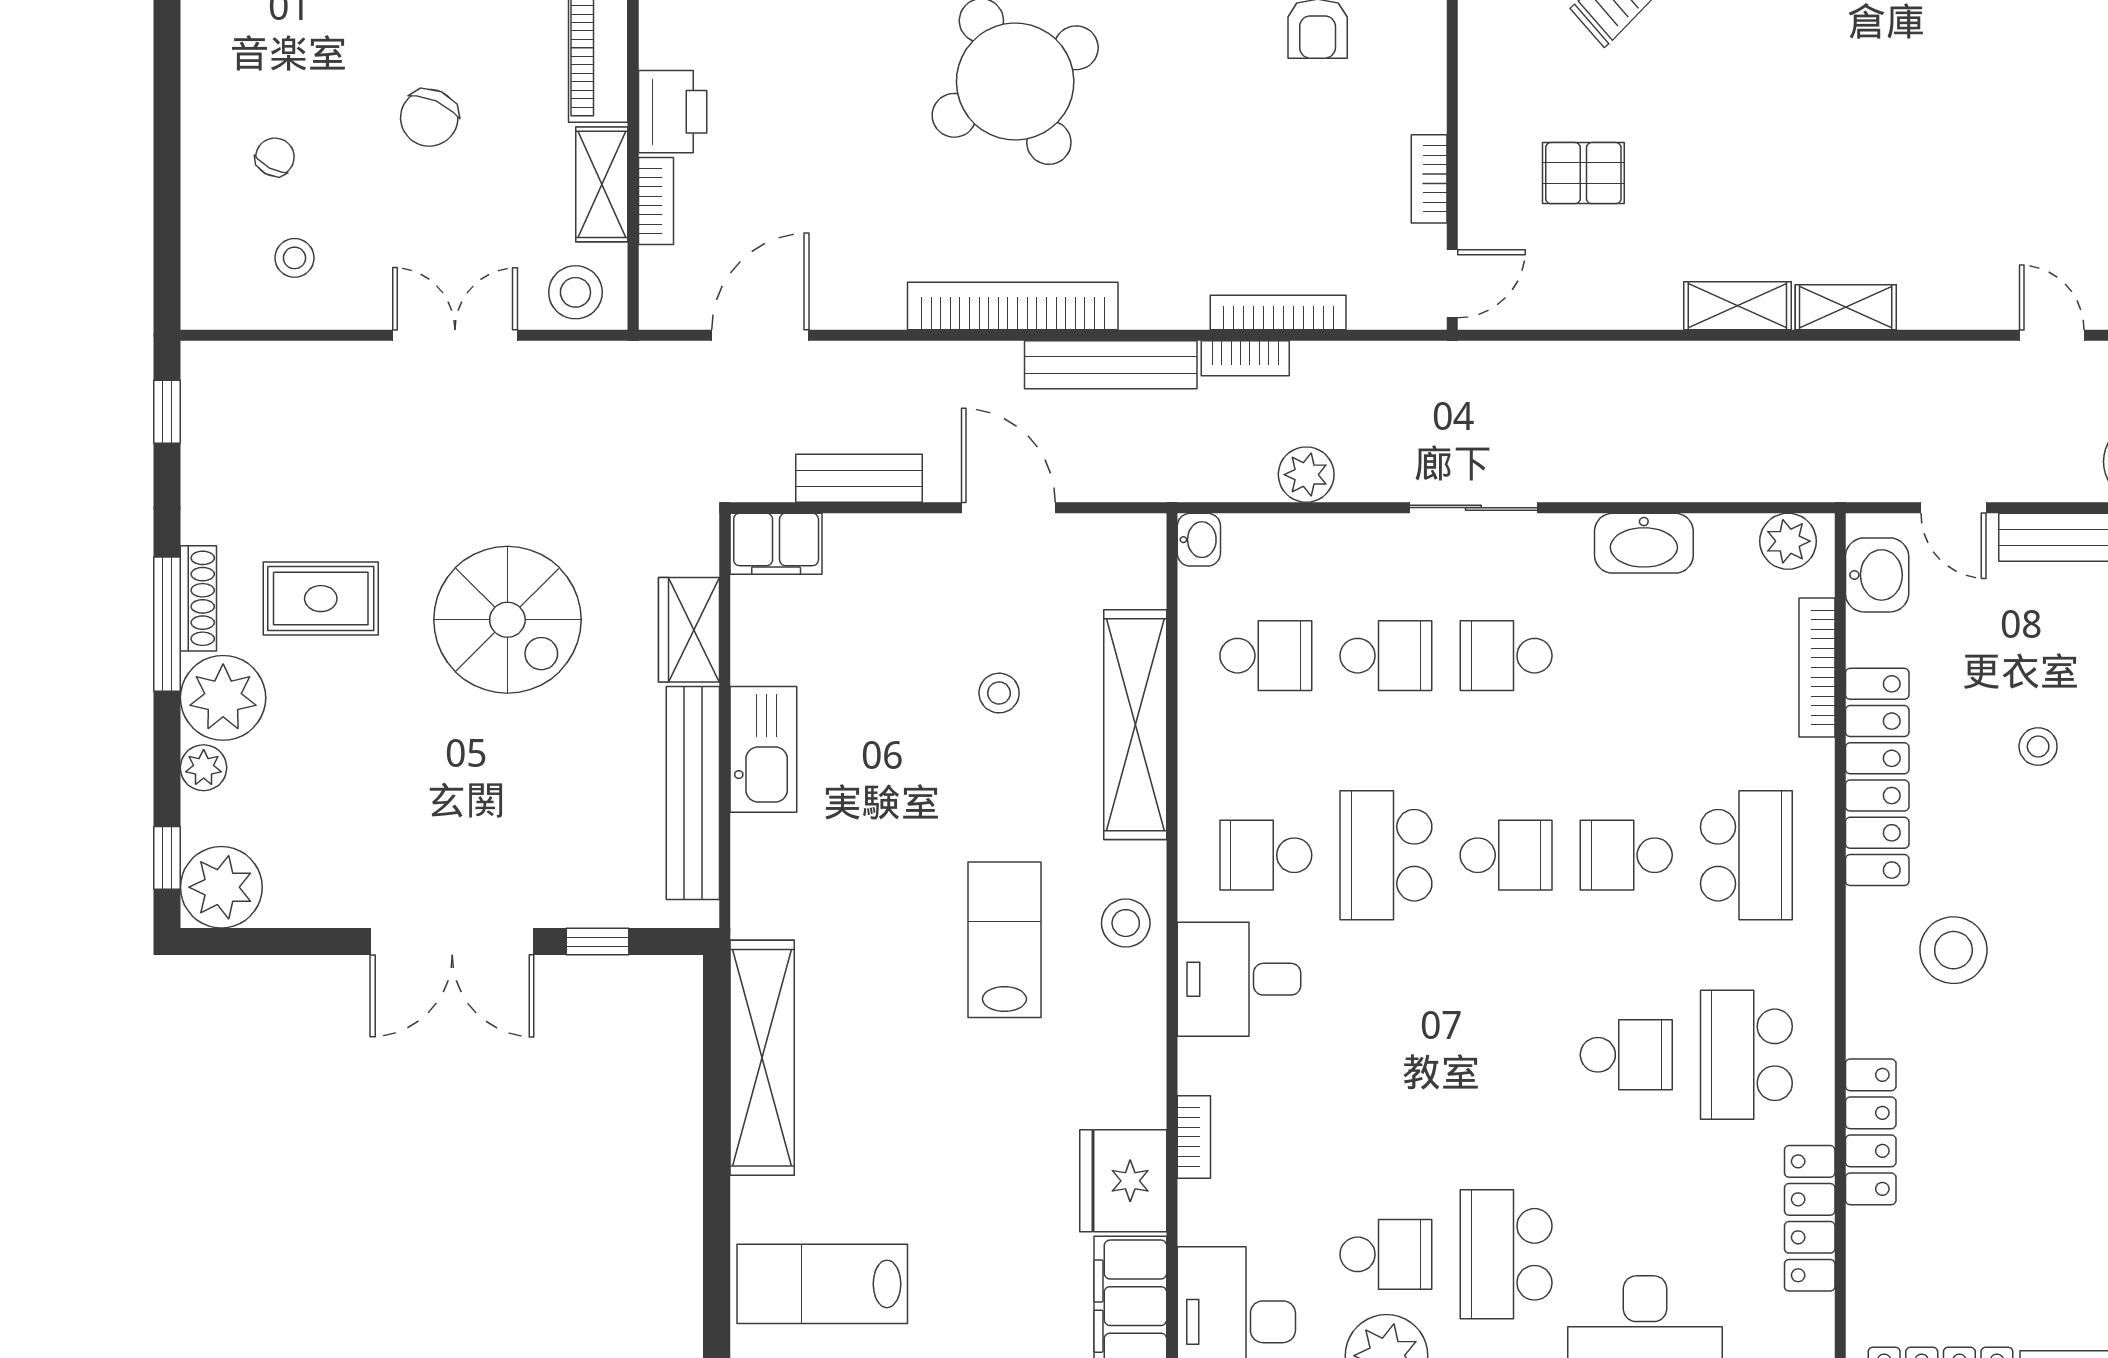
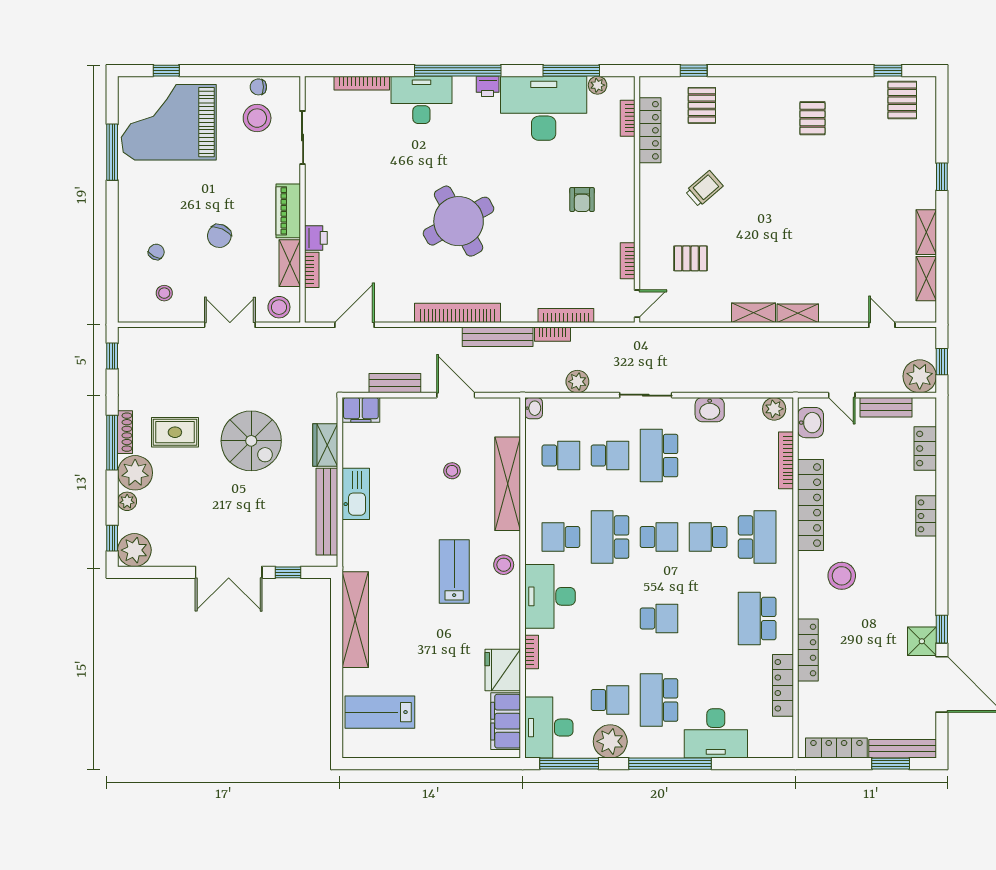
printer: (673, 112) -> (316, 238), width x0.73, depth x0.81
washbasin: (1644, 543) -> (710, 410), width x0.72
school desk: (1506, 656) -> (659, 456), width x1.85
stool: (2038, 746) -> (876, 493), removed
desk: (1239, 979) -> (550, 596), width x1.37
school desk: (1626, 1055) -> (659, 619), moved

